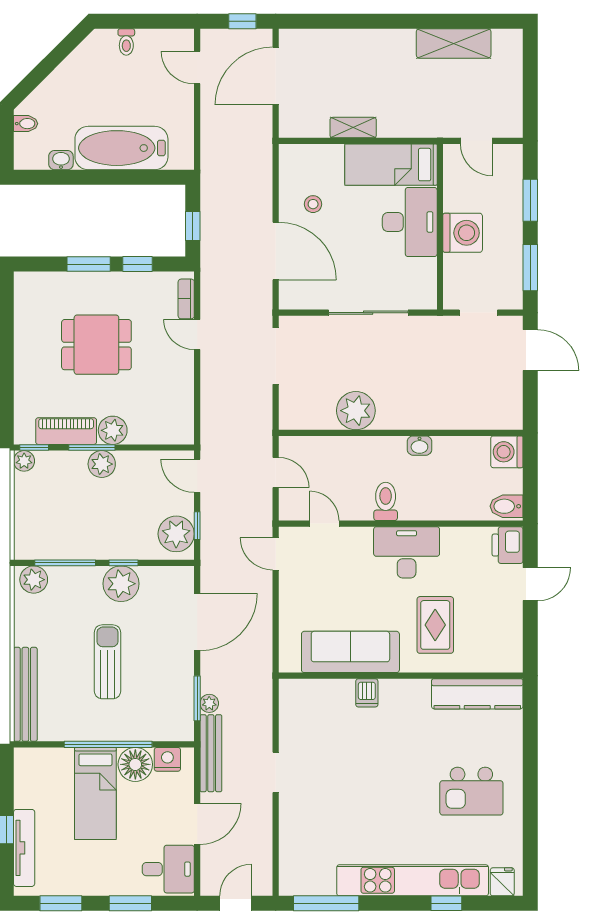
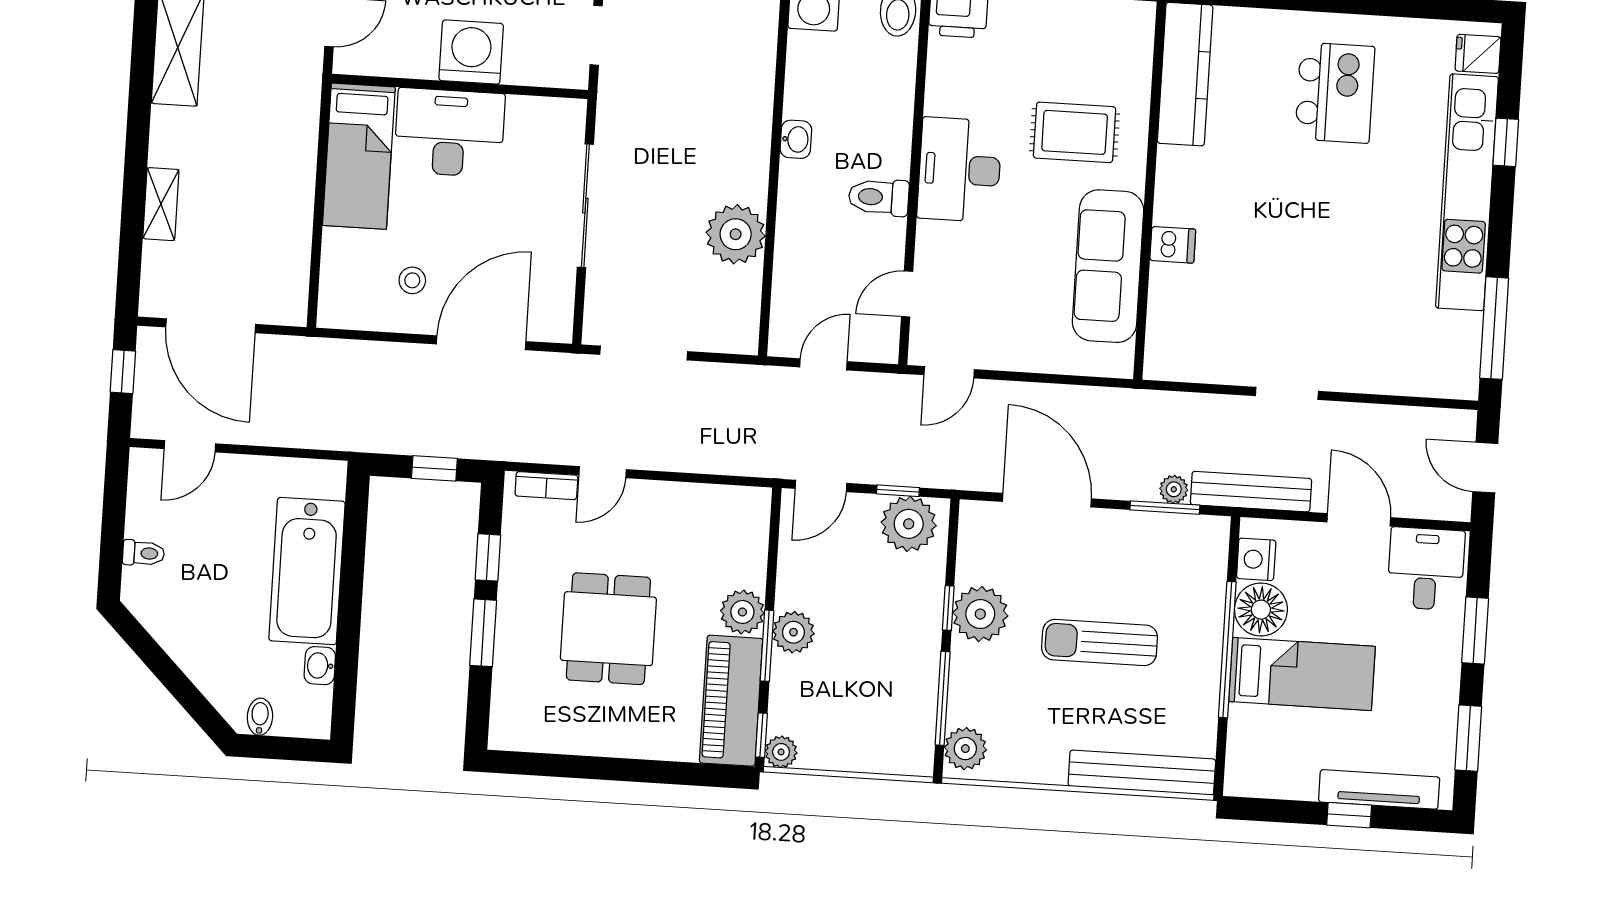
shelving: (353, 128) -> (161, 204), moved
piano: (66, 431) -> (731, 701), width x1.37, depth x1.33

